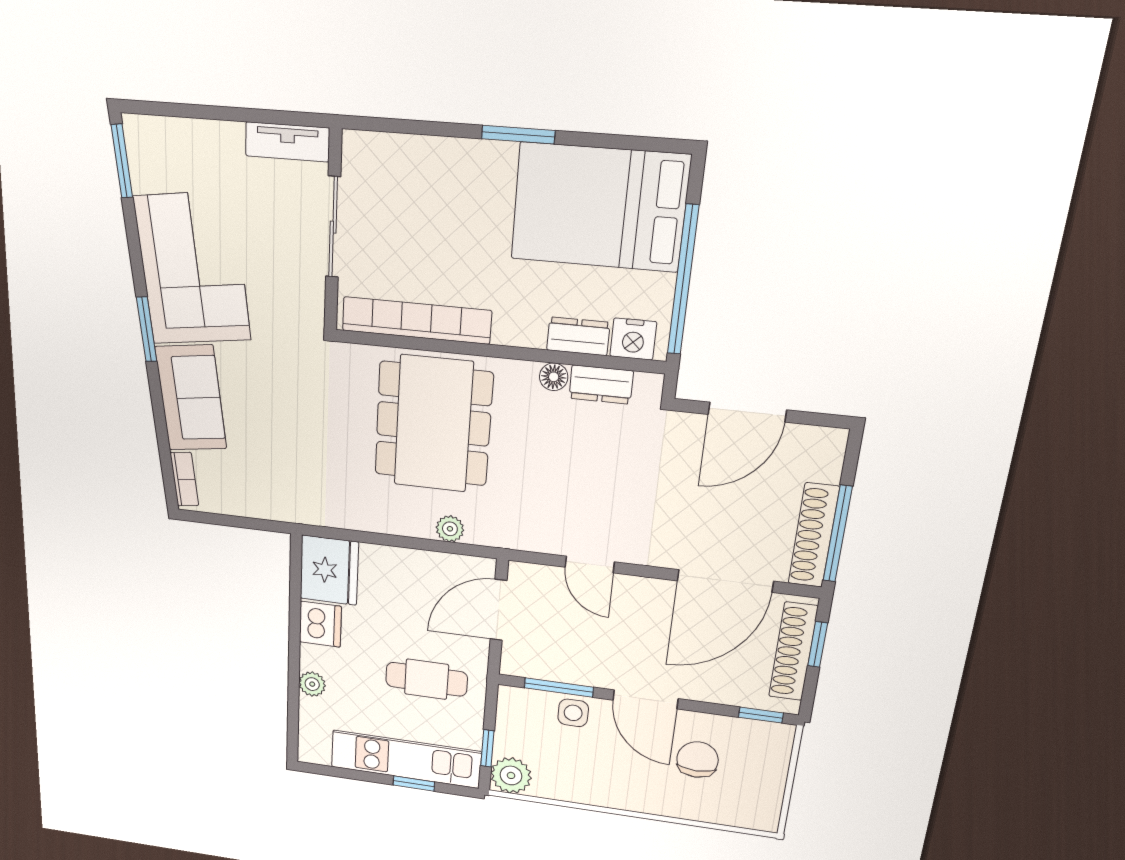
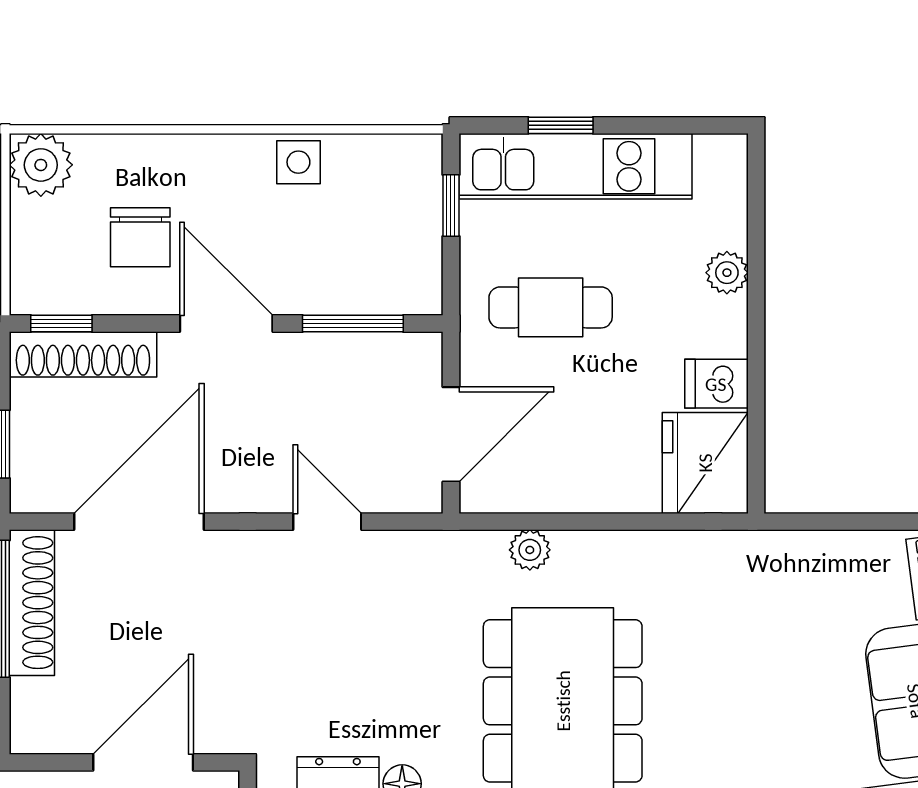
dishwasher: (320, 624) -> (716, 384), width x0.73
shoe rack: (793, 652) -> (83, 354), moved, turned 90
side table: (573, 713) -> (298, 162), moved
plant: (511, 775) -> (41, 165), moved

